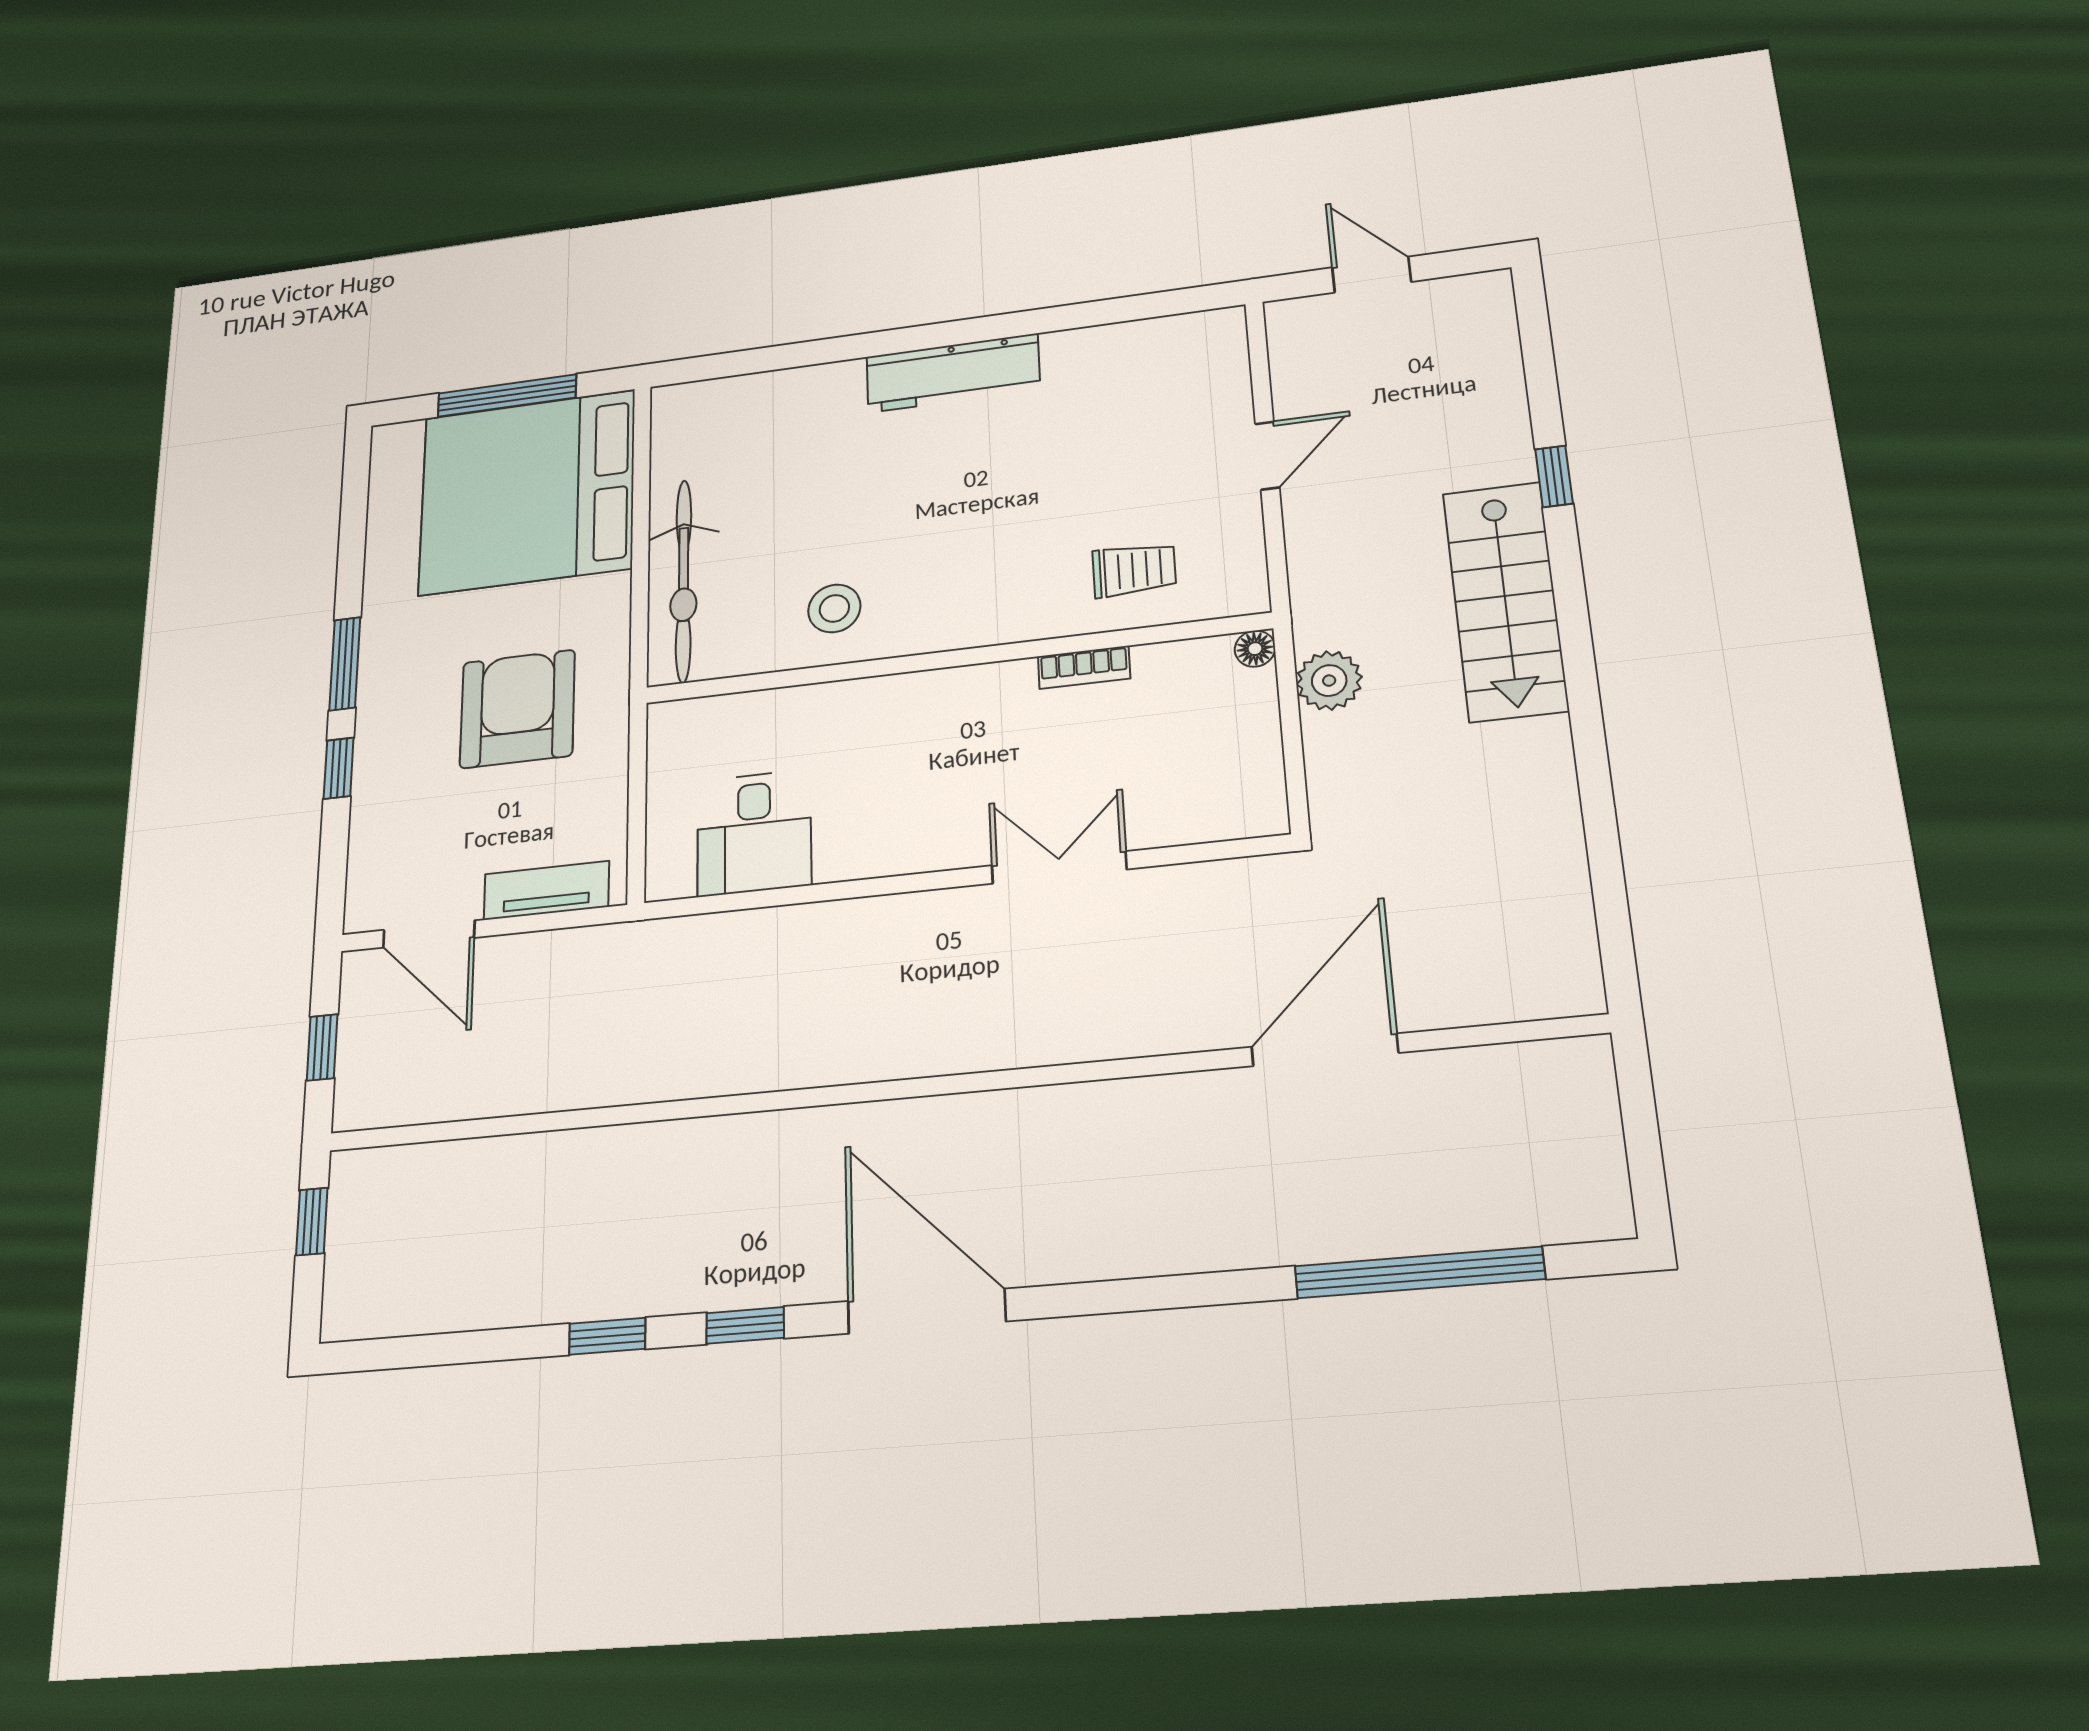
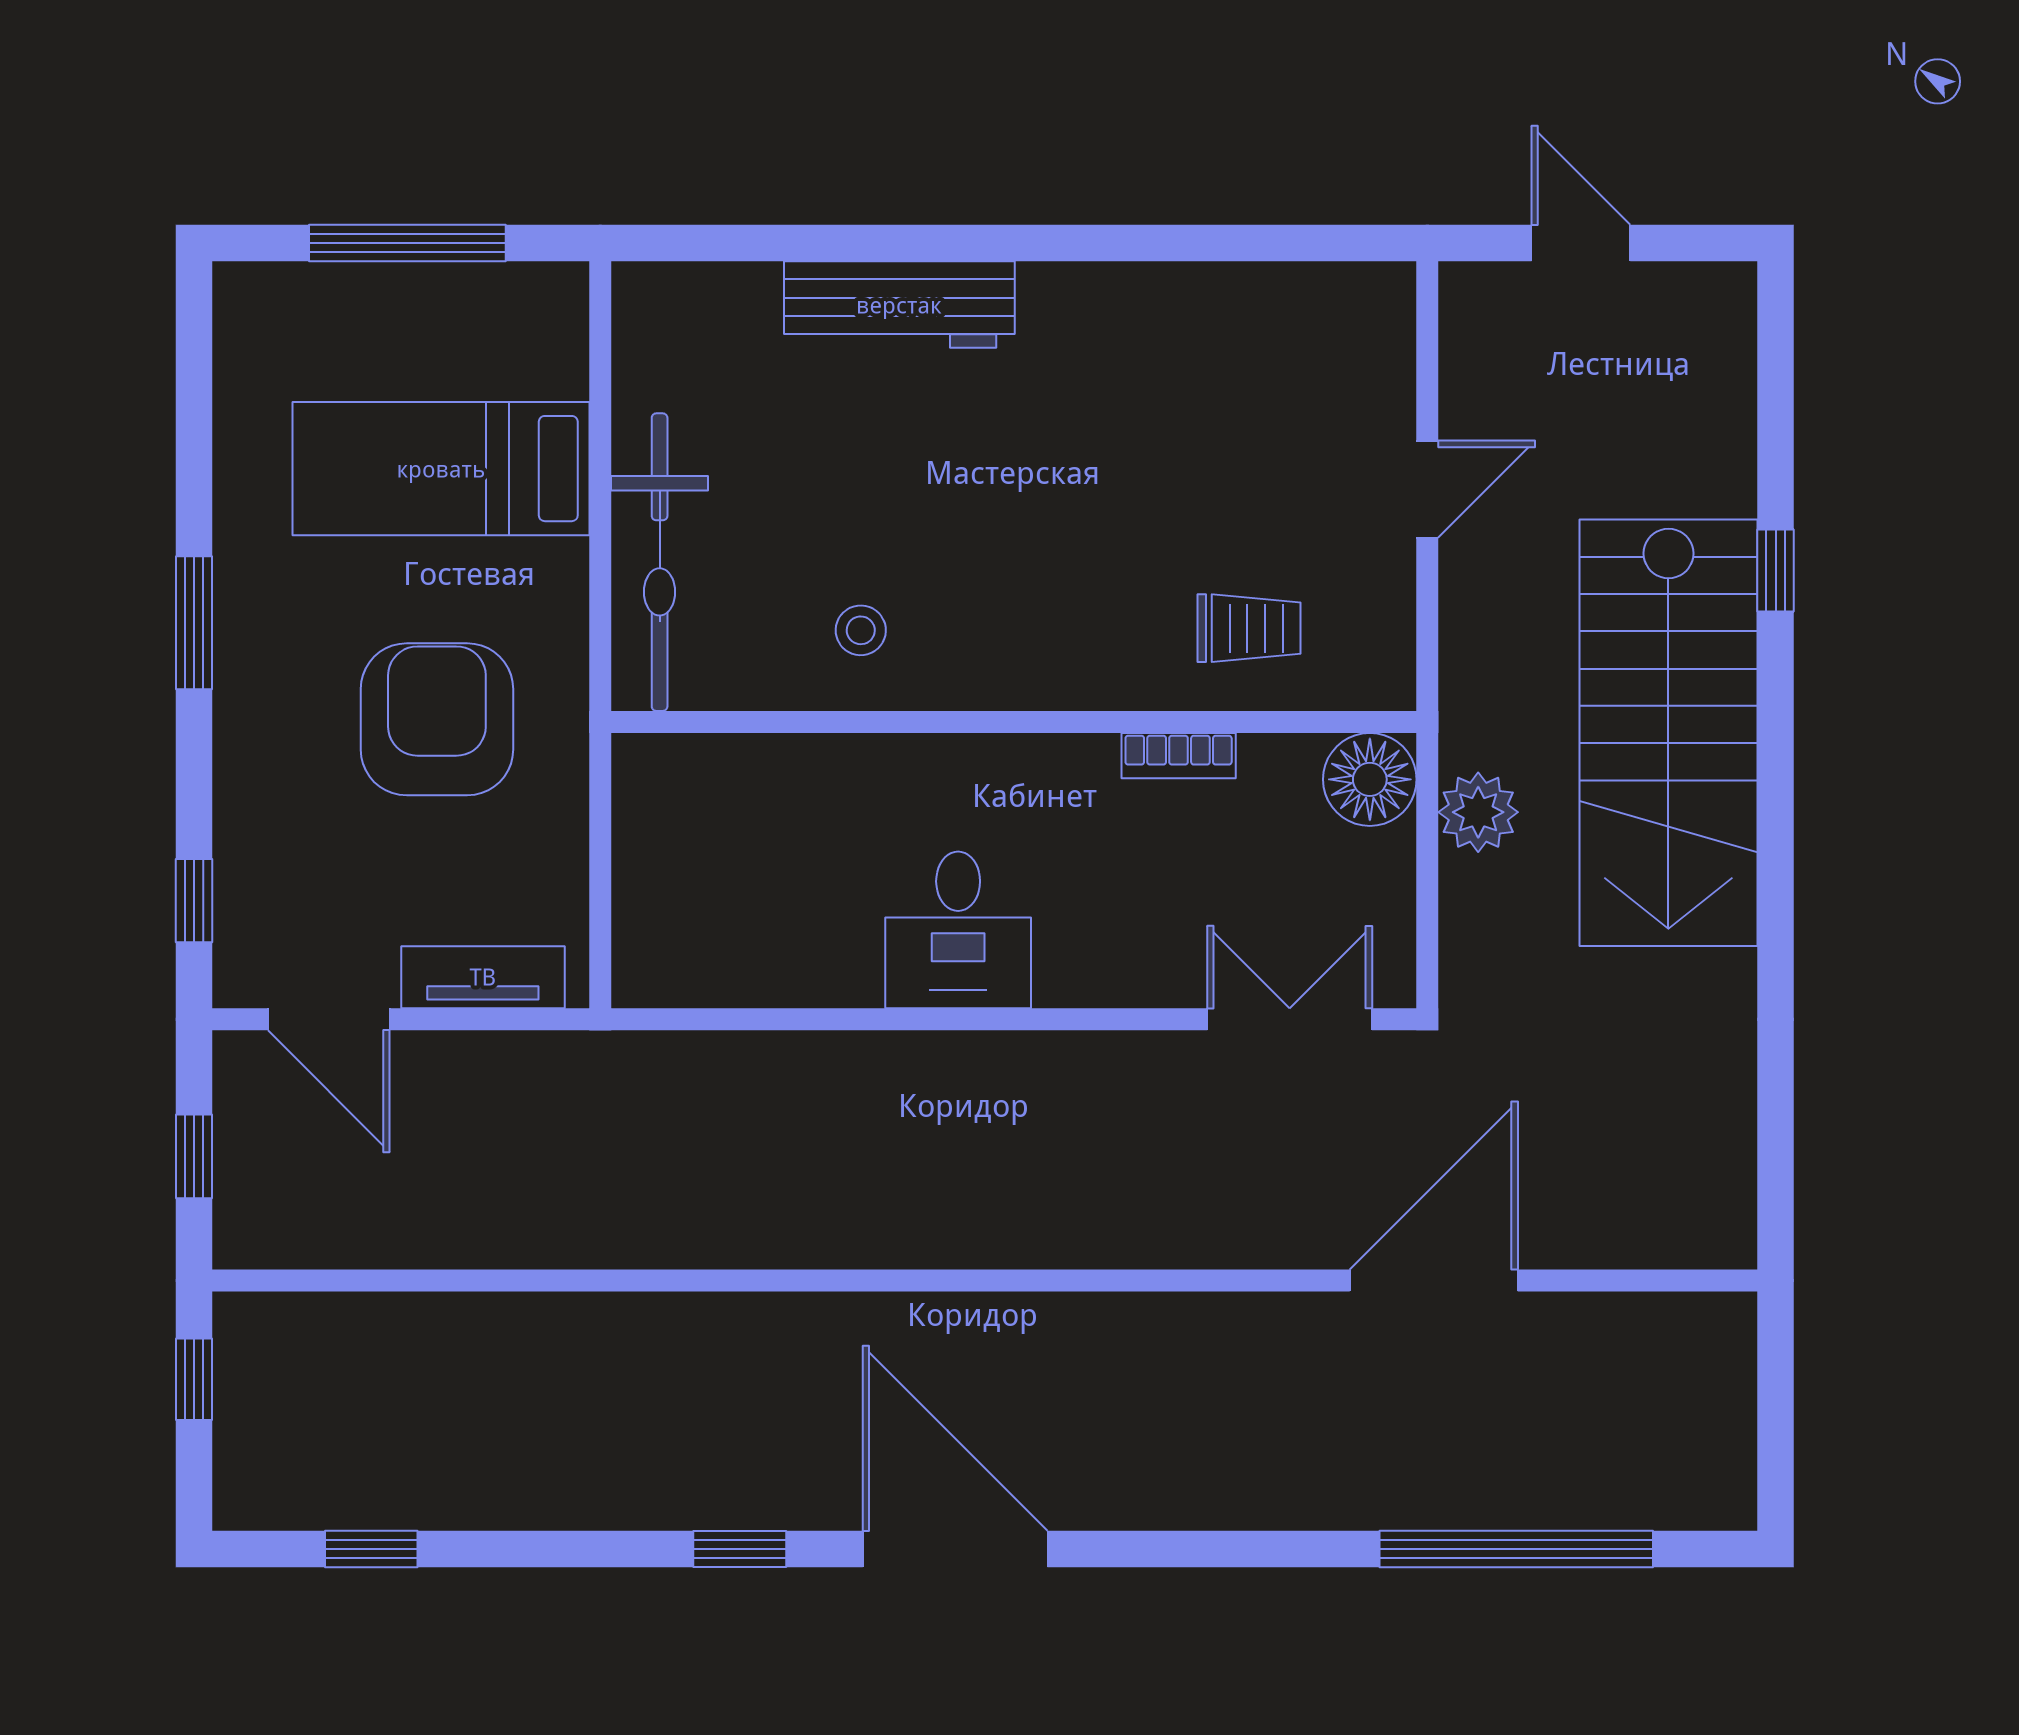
workbench: (953, 373) -> (899, 305), moved
bed: (527, 492) -> (441, 469), width x0.49
stairs: (1505, 601) -> (1668, 733), width x1.36, depth x1.51
stool: (834, 608) -> (861, 630), width x0.73, depth x0.73
floor lamp: (1255, 649) -> (1370, 779), width x1.89, depth x1.89
window: (339, 768) -> (194, 901), moved
desk: (754, 833) -> (958, 930), moved
double door: (1059, 867) -> (1290, 1019), moved
window: (607, 1336) -> (371, 1549), moved

